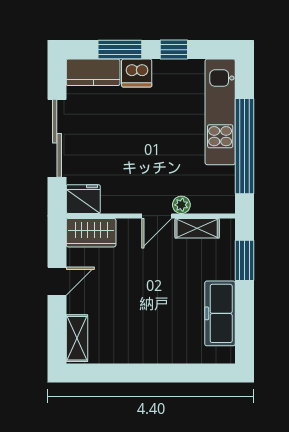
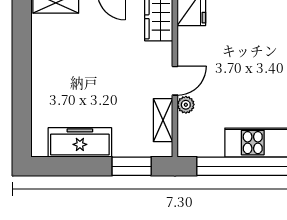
door: (157, 216) -> (175, 81), swing flipped

